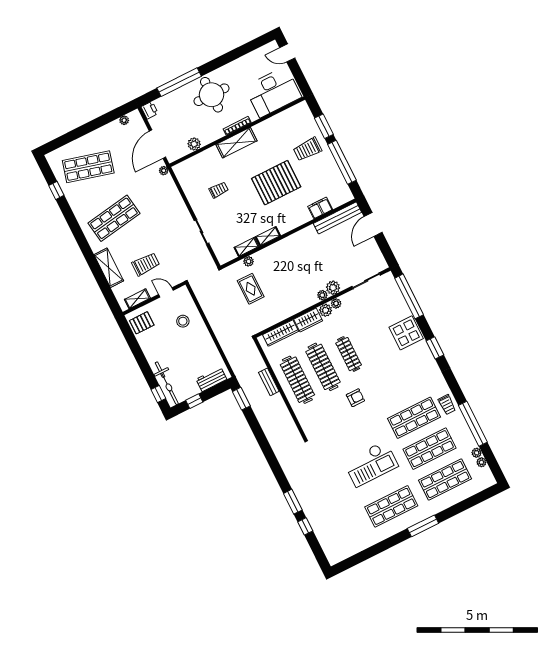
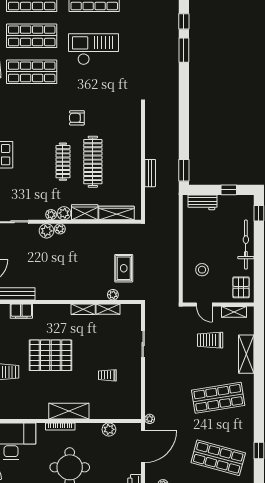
pallet: (142, 323) -> (241, 287), turned 90
clothes rail: (297, 380) -> (123, 162), removed
bicycle: (167, 383) -> (246, 245), moved

